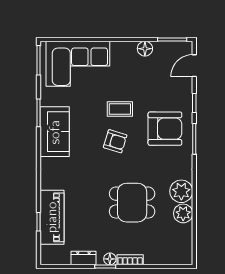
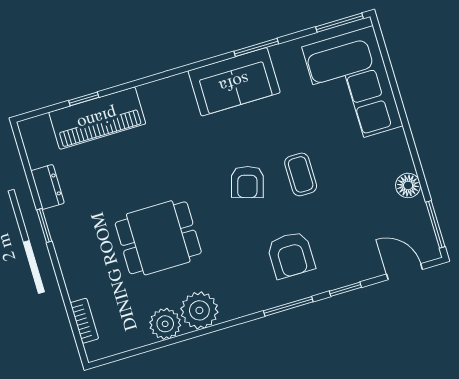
armchair: (165, 129) -> (291, 255), width x0.73, depth x0.73
dining table: (132, 203) -> (158, 238), turned 90
floor lamp: (110, 259) -> (59, 229), removed
bookcase: (130, 260) -> (84, 321), moved

